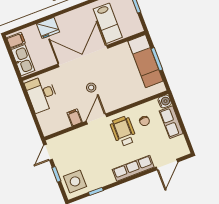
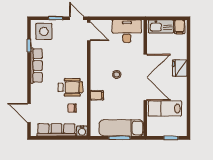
fridge: (48, 28) -> (180, 68), moved
filing cabinet: (75, 118) -> (97, 95), moved
door: (96, 119) -> (89, 31), moved
row of seats: (171, 122) -> (56, 130), width x1.48
row of seats: (133, 168) -> (36, 66), moved

